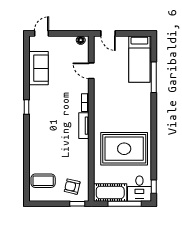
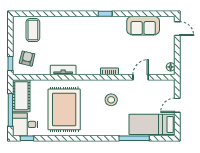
door: (108, 33) -> (177, 105), moved
stool: (114, 101) -> (111, 100), added
tv unit: (84, 126) -> (63, 70), moved

